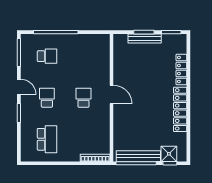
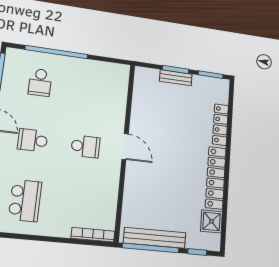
bench: (145, 38) -> (176, 78), width x0.73
school desk: (47, 56) -> (40, 82), turned 90
school desk: (47, 98) -> (33, 140), turned -90
school desk: (83, 98) -> (85, 146), turned 90
shower: (169, 154) -> (212, 221), moved

